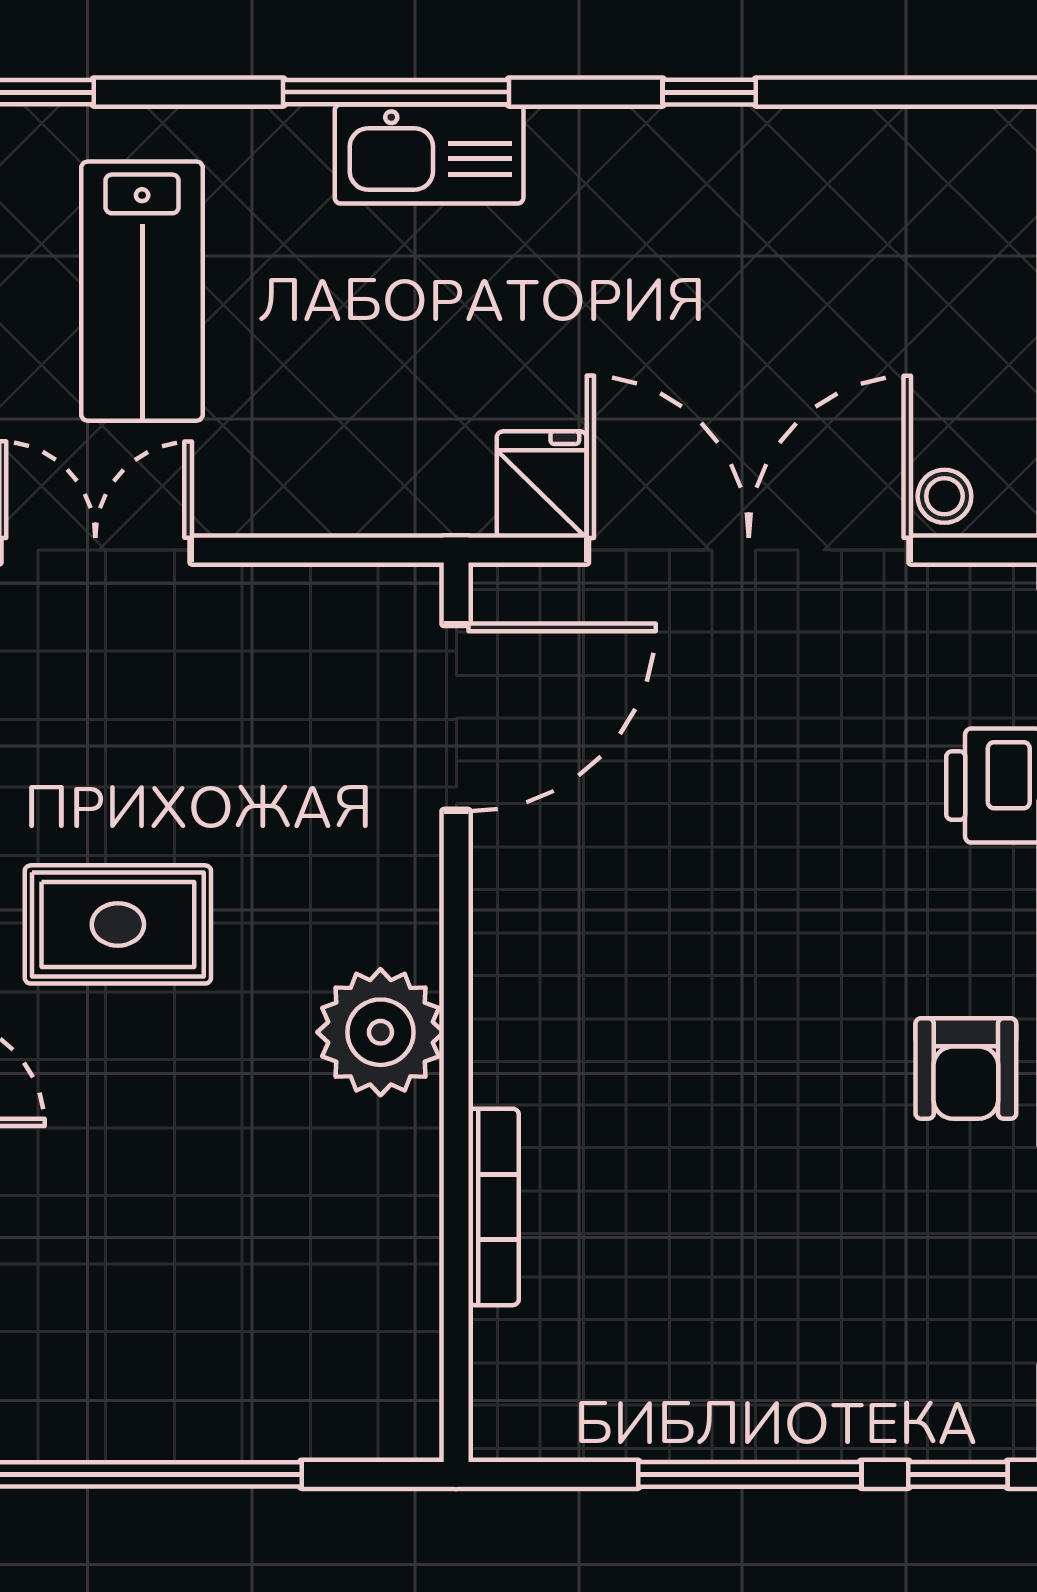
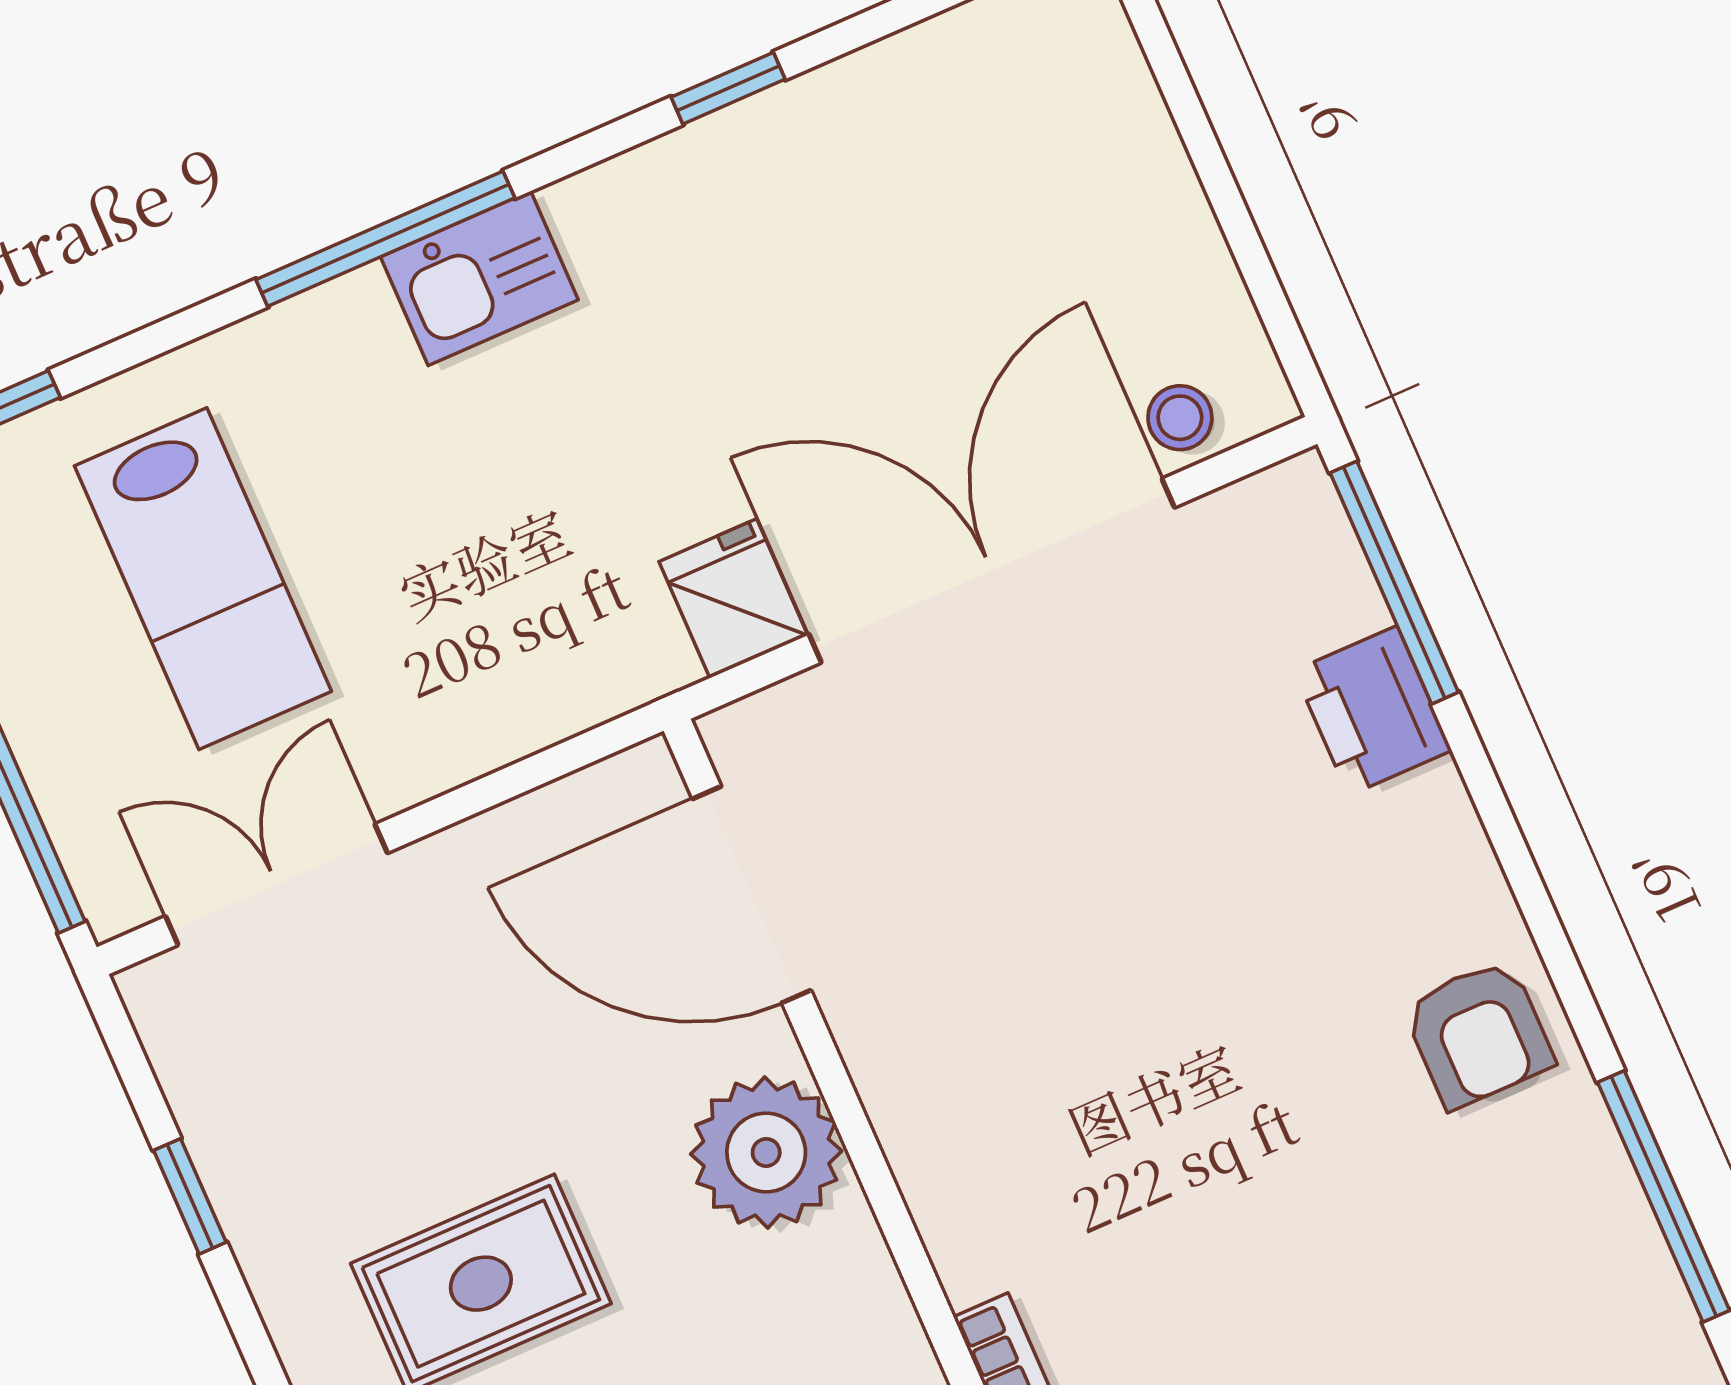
kitchen sink: (429, 154) -> (479, 278), width x0.73
door: (456, 717) -> (752, 894), swing flipped
plant: (380, 1032) -> (766, 1153), moved

